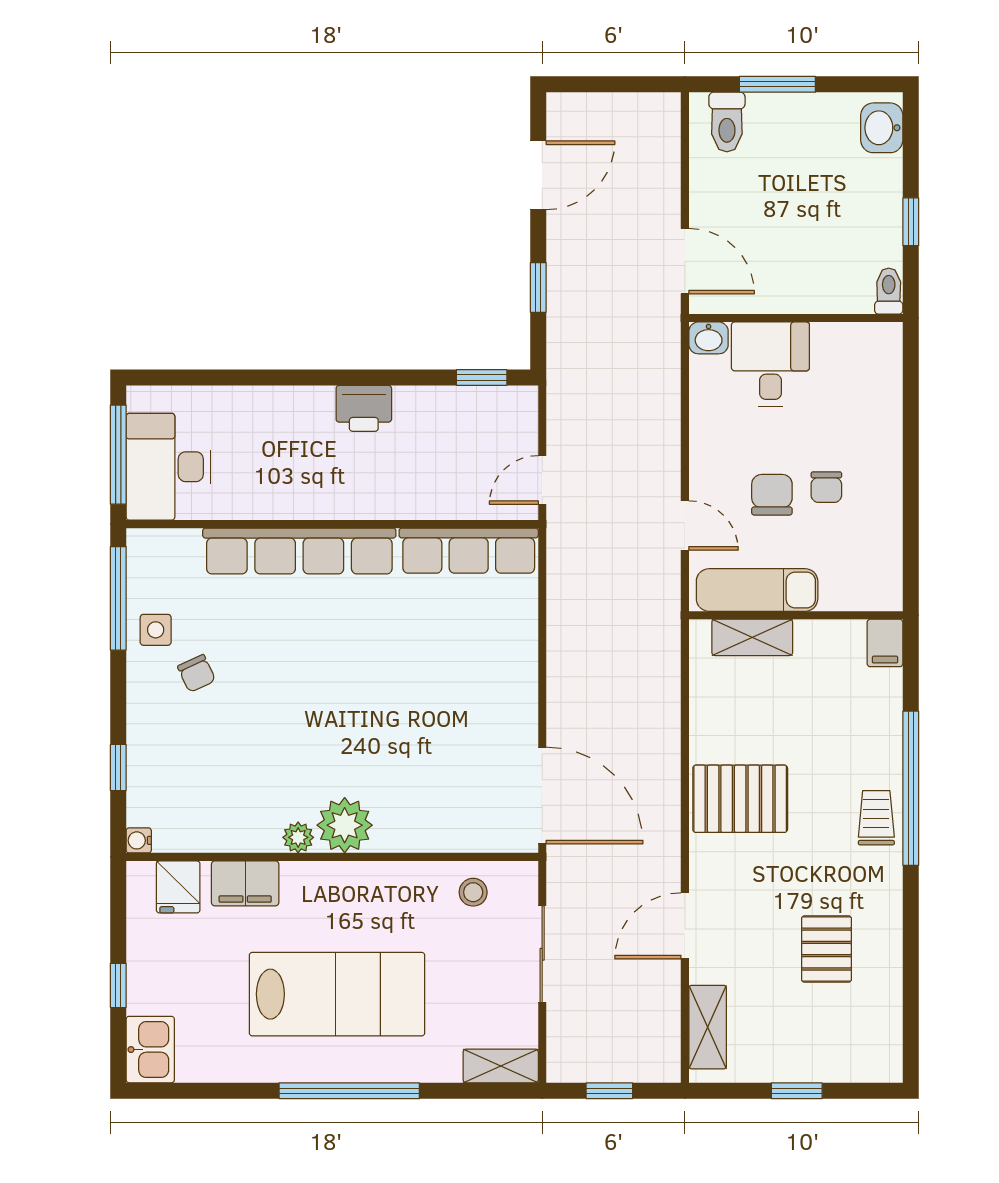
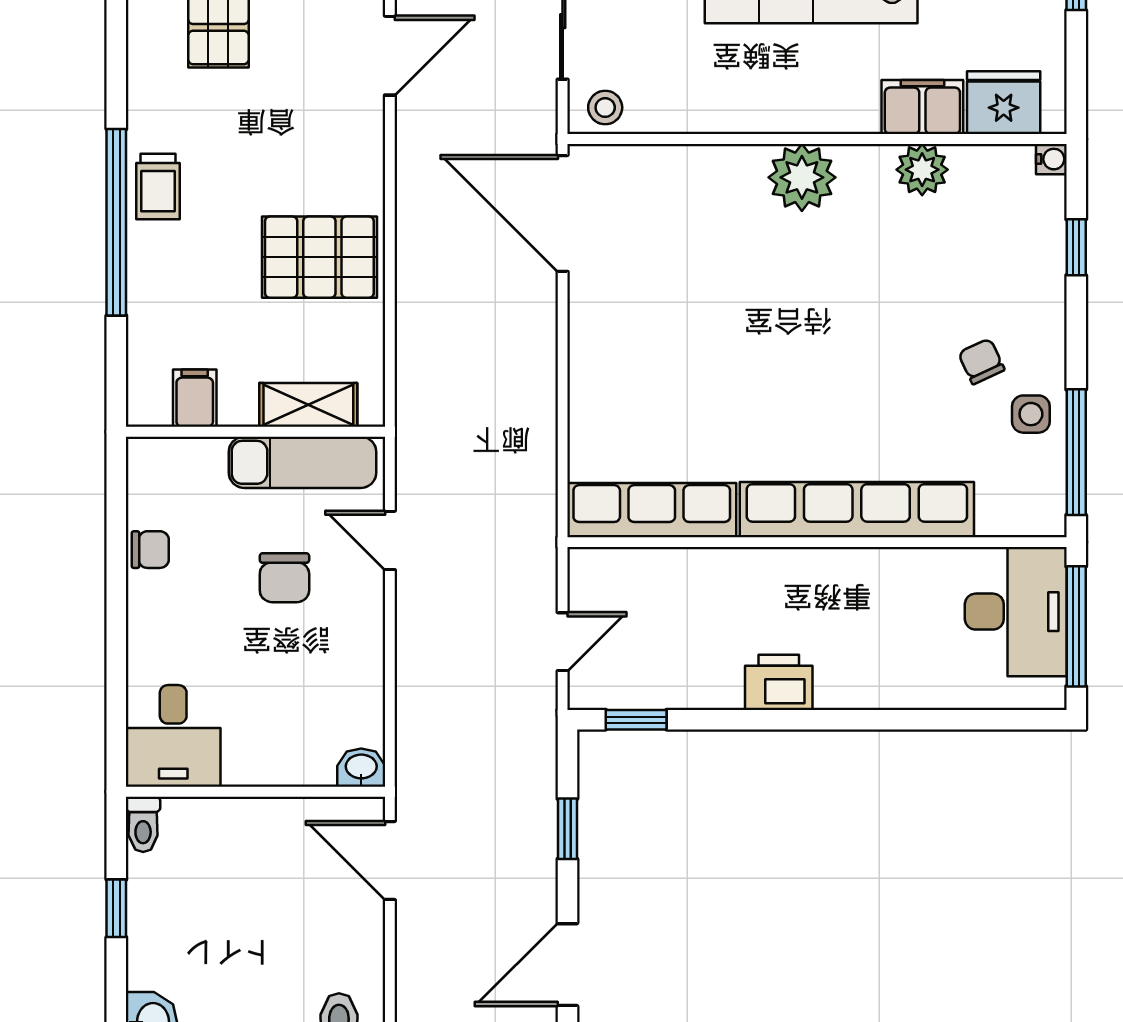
desk: (770, 364) -> (173, 736), moved
door: (542, 480) -> (563, 642), moved
chair: (826, 487) -> (150, 550), moved, turned 90
filing cabinet: (885, 643) -> (195, 398), moved
pallet: (740, 799) -> (319, 257), moved
plant: (298, 837) -> (922, 170), moved, width x1.38, depth x1.38
fridge: (178, 887) -> (1004, 103), width x1.38
stool: (473, 892) -> (605, 108), moved

